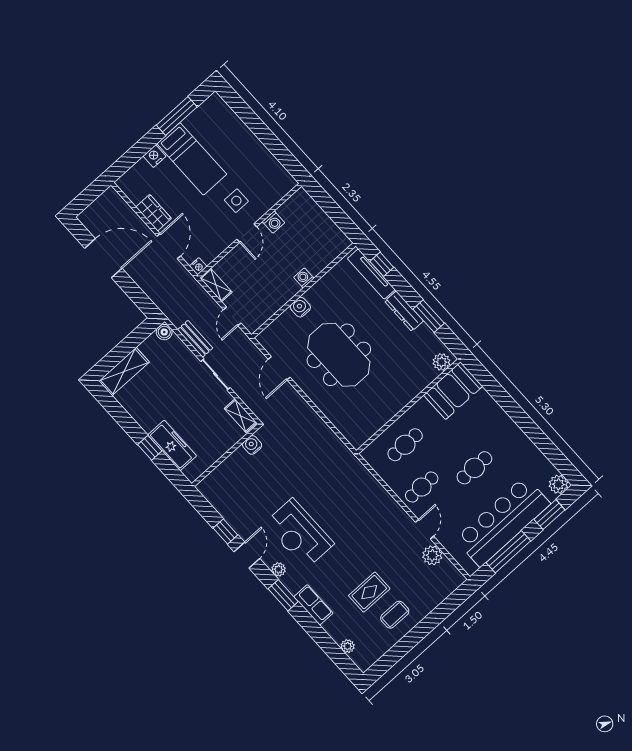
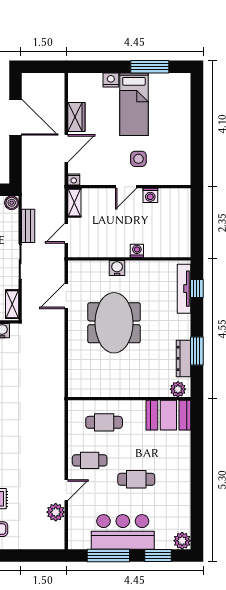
dresser: (404, 311) -> (184, 358), moved
bar counter: (503, 521) -> (123, 532), width x0.73

